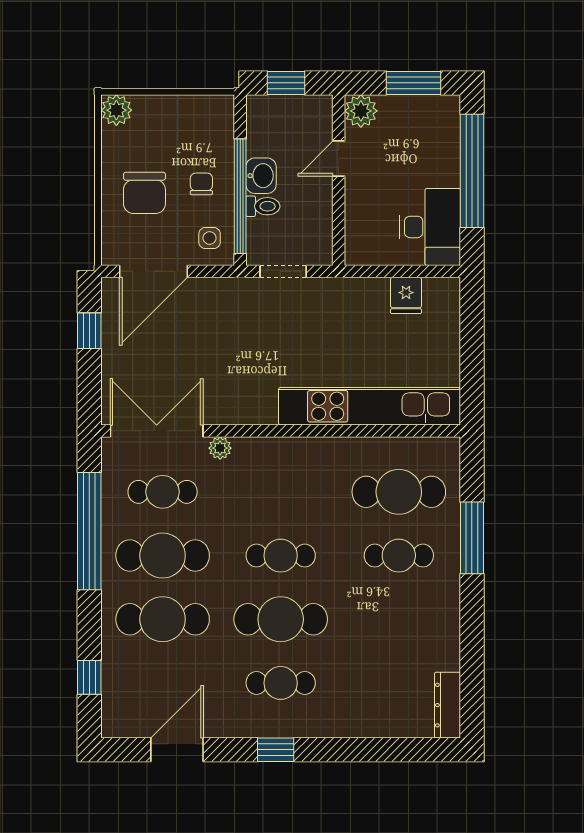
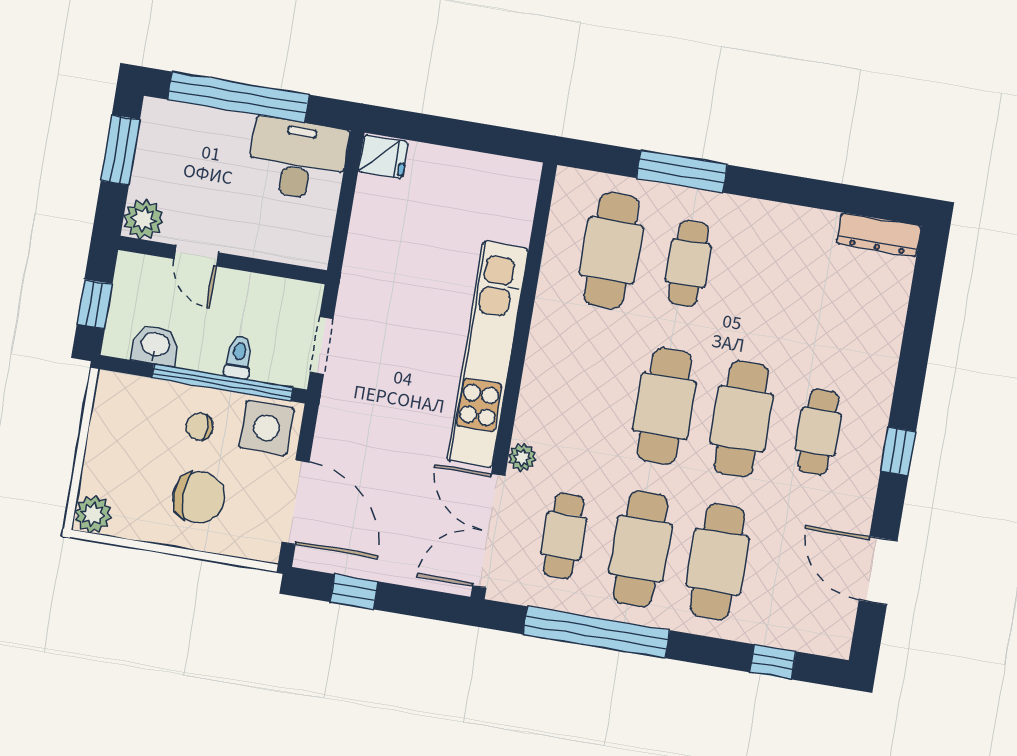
washbasin: (261, 176) -> (155, 345), moved
side table: (210, 238) -> (266, 428), width x1.87, depth x1.87
fridge: (406, 295) -> (383, 157), moved
kitchen unit: (370, 406) -> (488, 354), moved
cafe table: (281, 556) -> (664, 406), width x1.37, depth x1.35

